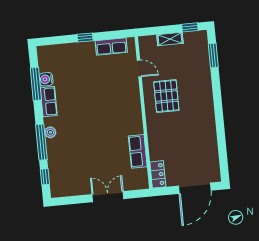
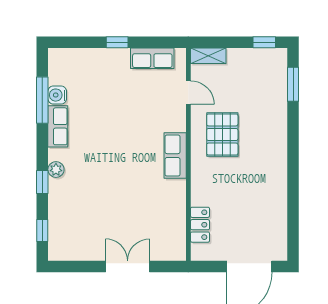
shelving: (170, 39) -> (208, 56), moved
window: (41, 142) -> (42, 182), width x0.46
row of seats: (138, 151) -> (175, 156), moved
locker: (158, 174) -> (200, 225), moved

